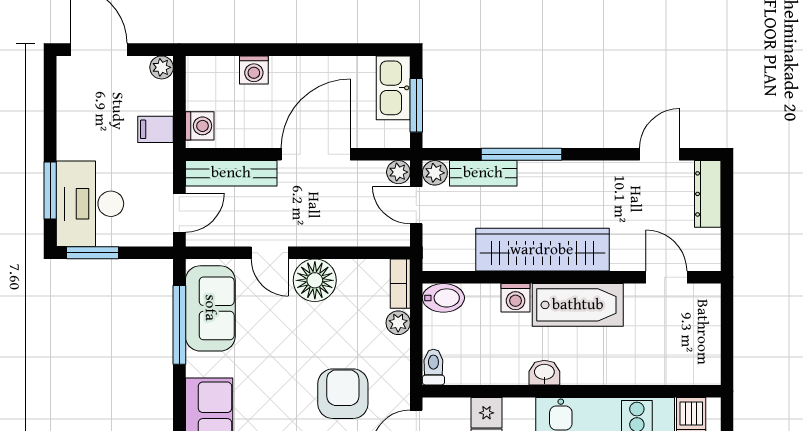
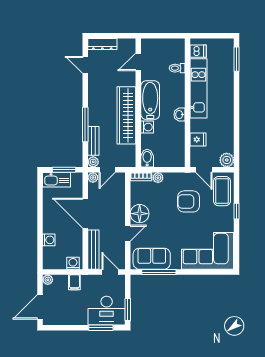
toilet: (433, 367) -> (177, 68), moved

